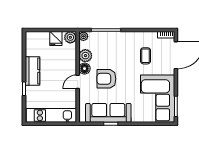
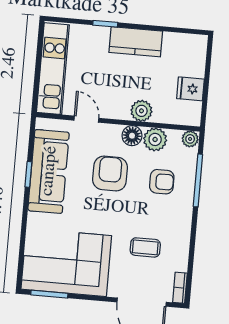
plant: (70, 37) -> (141, 111), moved
armchair: (108, 50) -> (162, 182), added
door: (78, 82) -> (86, 119), moved

